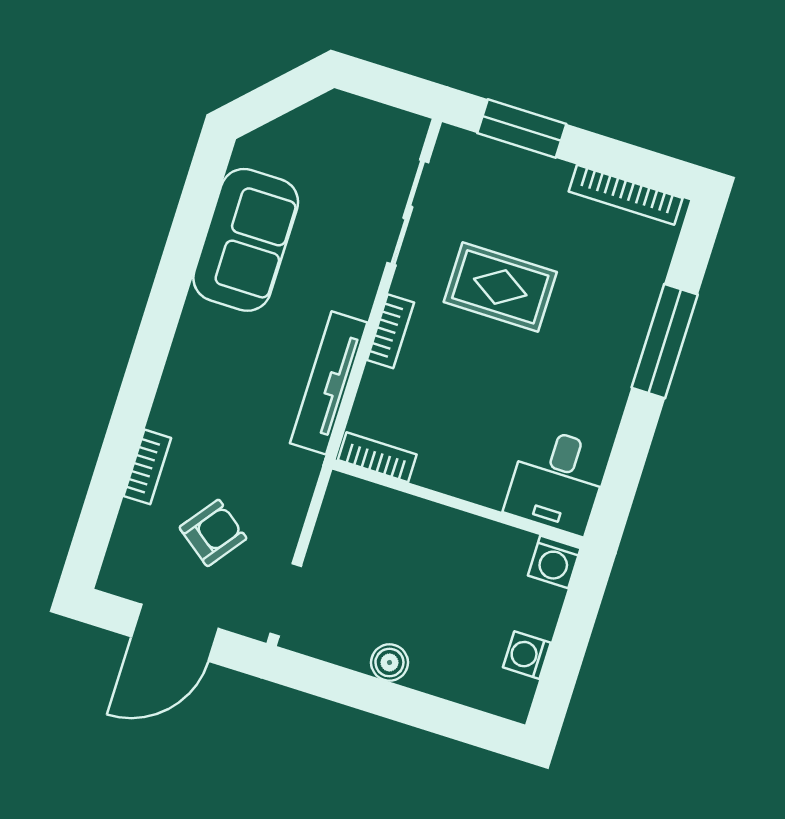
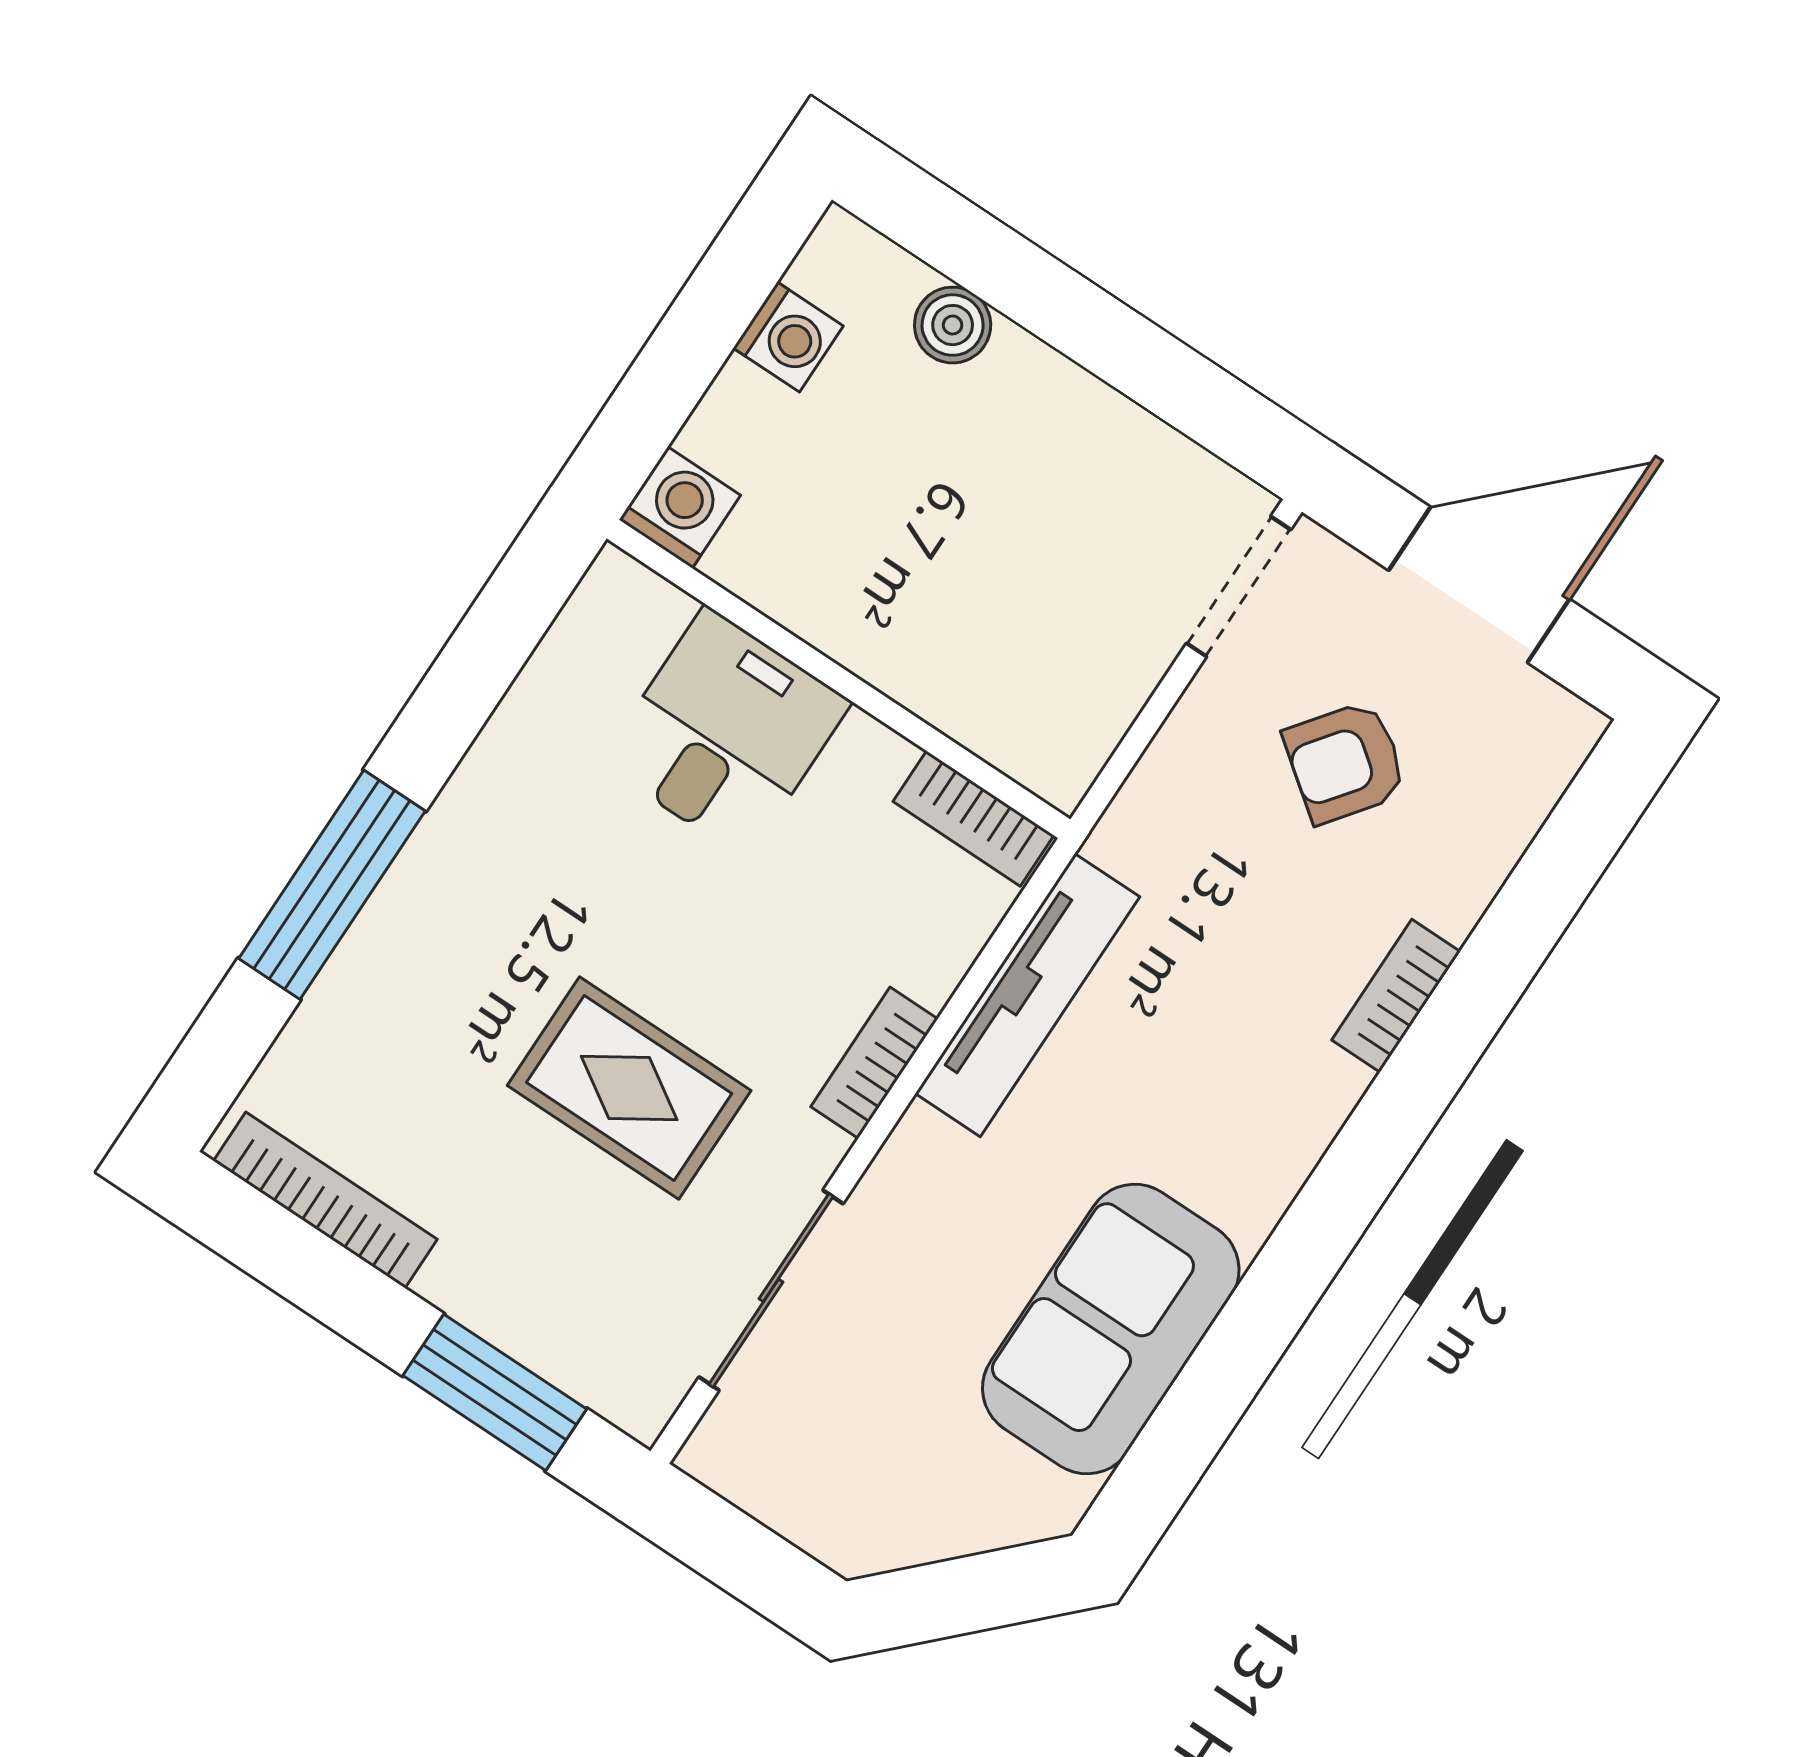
bookcase: (147, 467) -> (1396, 996), moved
desk: (557, 481) -> (726, 733), moved
boiler: (389, 663) -> (953, 325), moved

